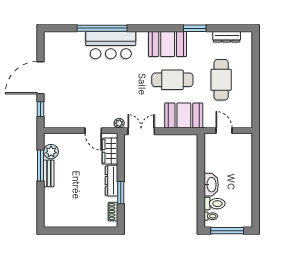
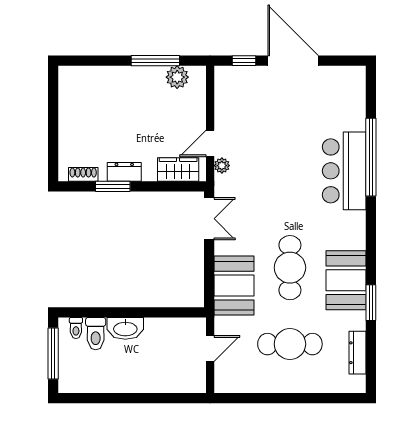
booth: (168, 44) -> (346, 280), moved
plant: (119, 123) -> (222, 166), moved
bench: (49, 173) -> (143, 74), removed
dresser: (111, 181) -> (124, 172), width x0.70

